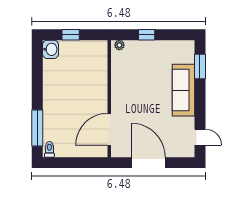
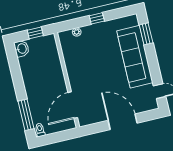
sofa: (184, 90) -> (135, 57), width x1.36, depth x1.27
wall: (109, 99) -> (67, 80), moved
door: (109, 129) -> (73, 105), moved

